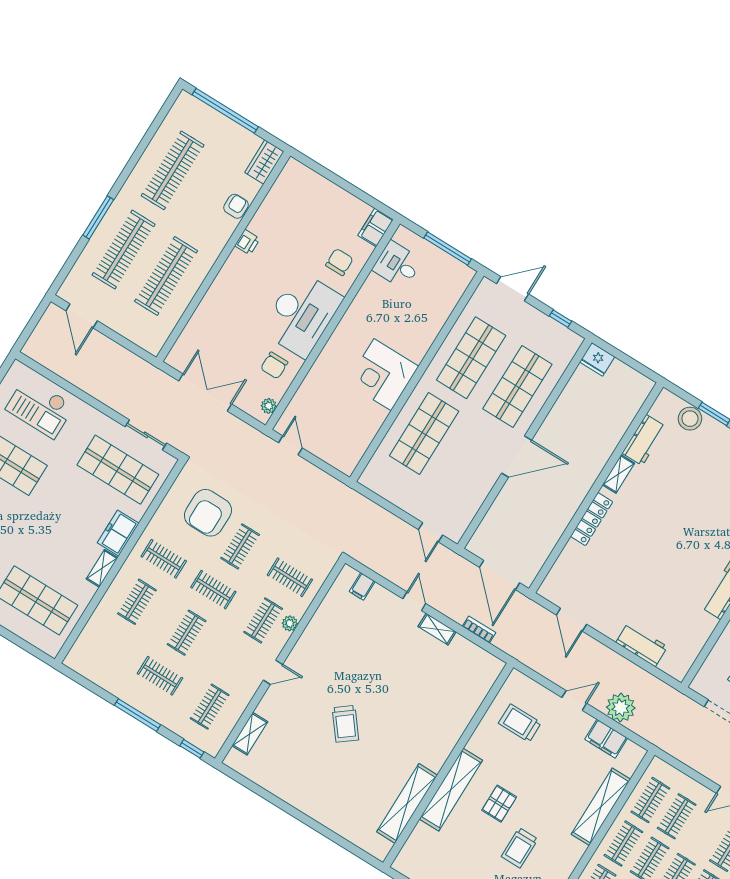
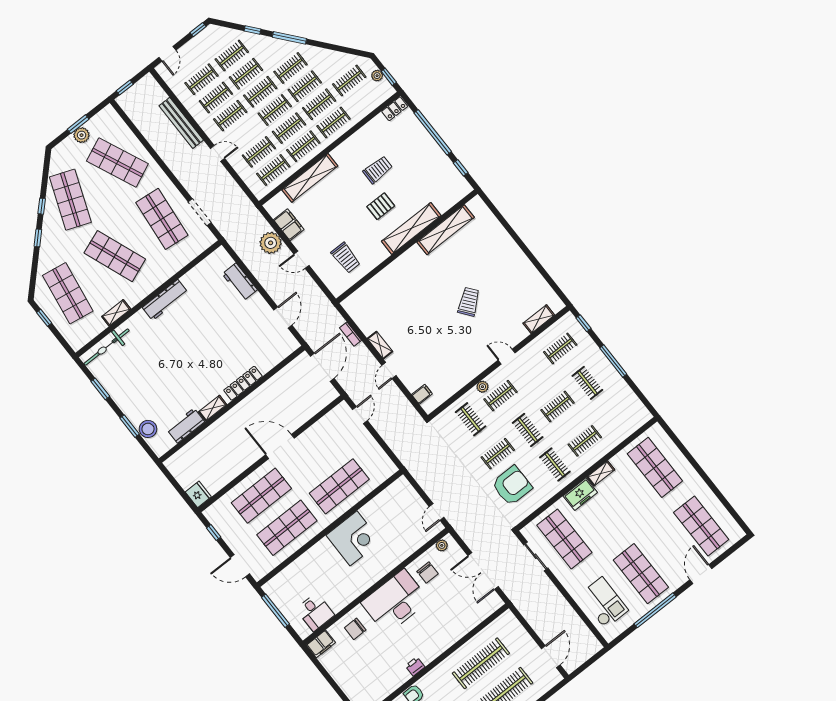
chair: (274, 365) -> (428, 573), turned 90

